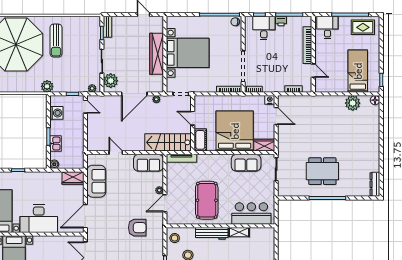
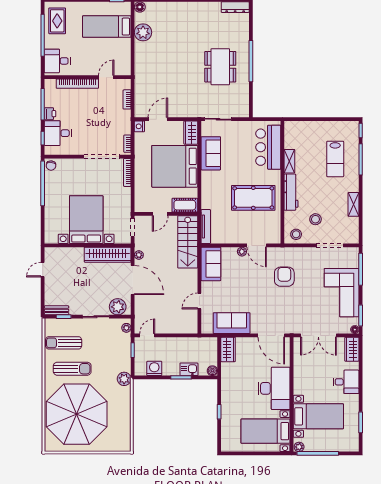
sun lounger: (79, 33) -> (64, 343), added
wardrobe: (157, 54) -> (108, 255), moved

